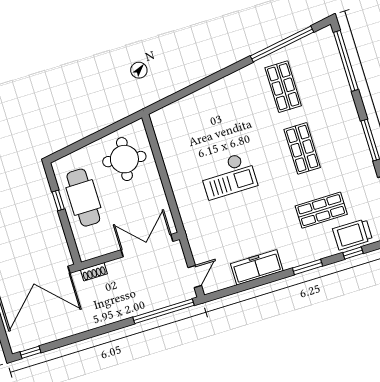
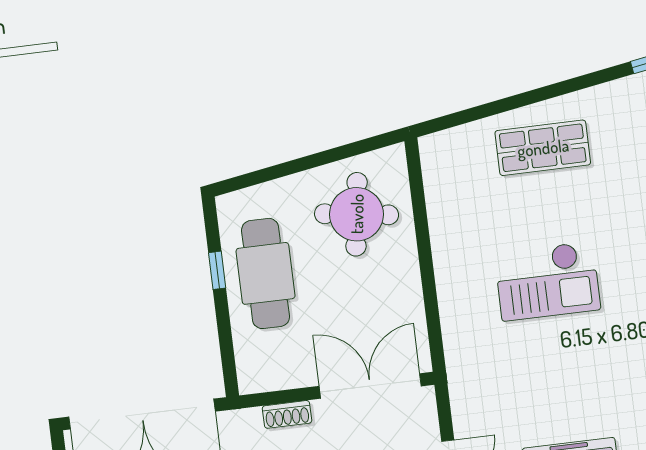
shop shelf: (214, 108) -> (543, 148), added
shoe rack: (94, 272) -> (287, 414), moved

